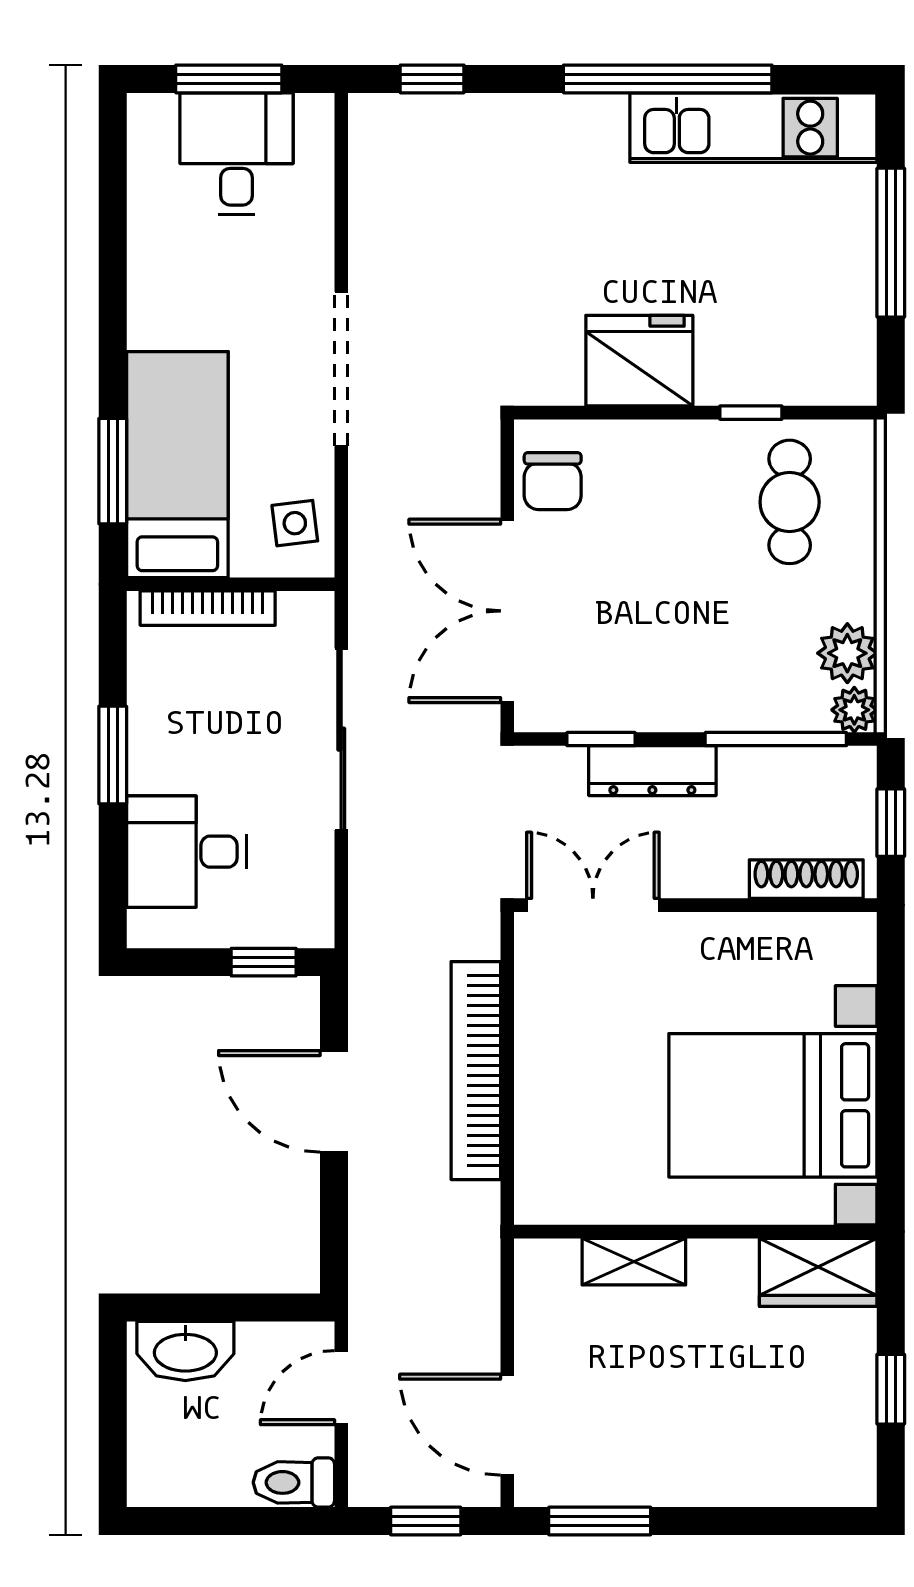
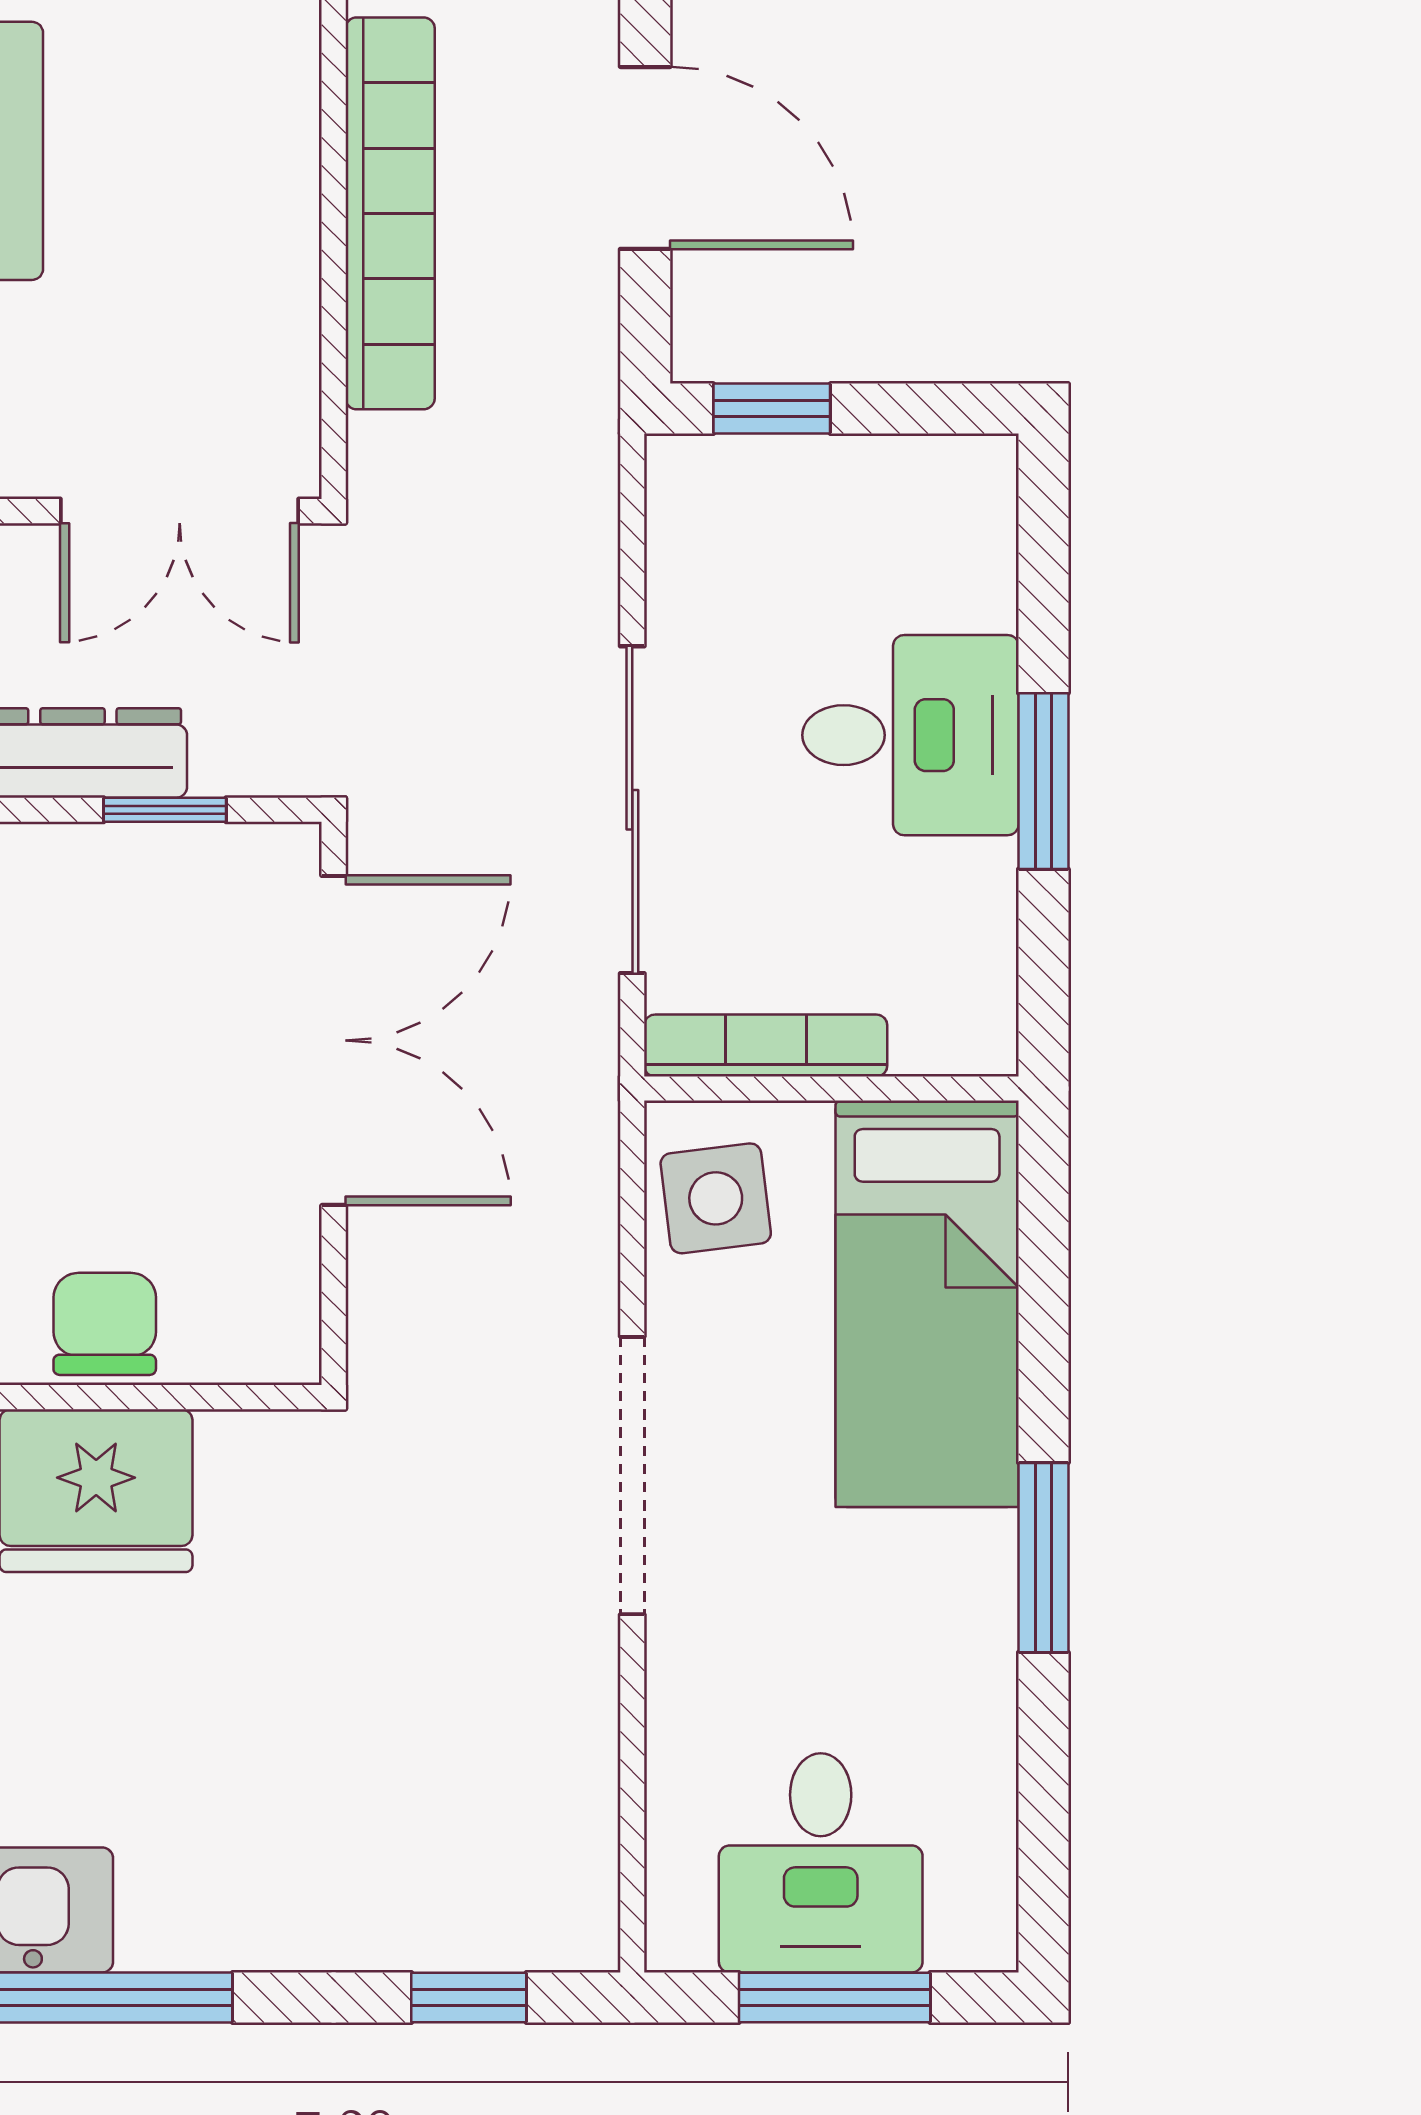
window: (113, 471) -> (1043, 1558), moved
chair: (553, 481) -> (105, 1324), moved
side table: (295, 523) -> (716, 1198), width x1.37, depth x1.37
bookcase: (208, 608) -> (766, 1045), moved
desk: (187, 852) -> (911, 735), moved

